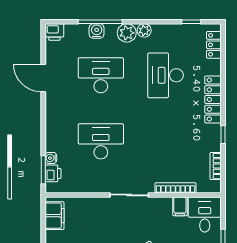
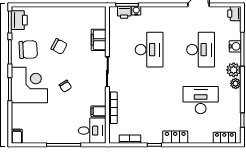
locker: (213, 99) -> (175, 137), width x0.66
filing cabinet: (55, 216) -> (99, 40), moved, turned 90

